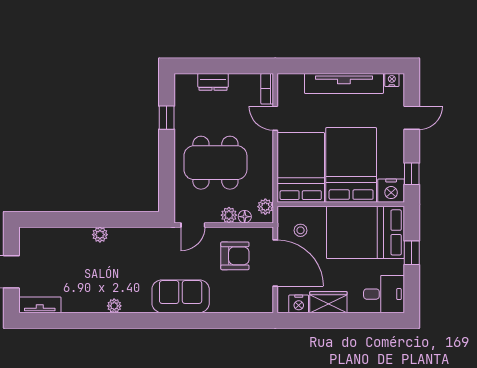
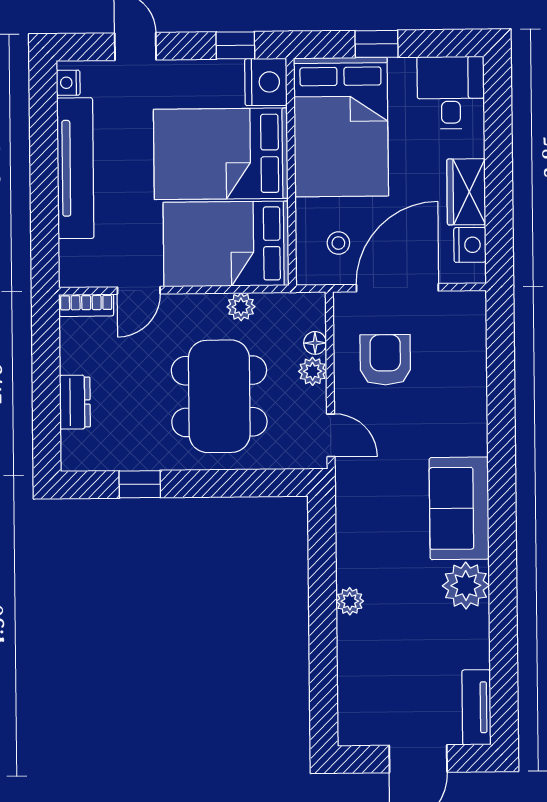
plant: (265, 207) -> (241, 307), moved
sofa: (181, 296) -> (459, 508), moved
plant: (114, 306) -> (466, 586), width x1.87, depth x1.87

